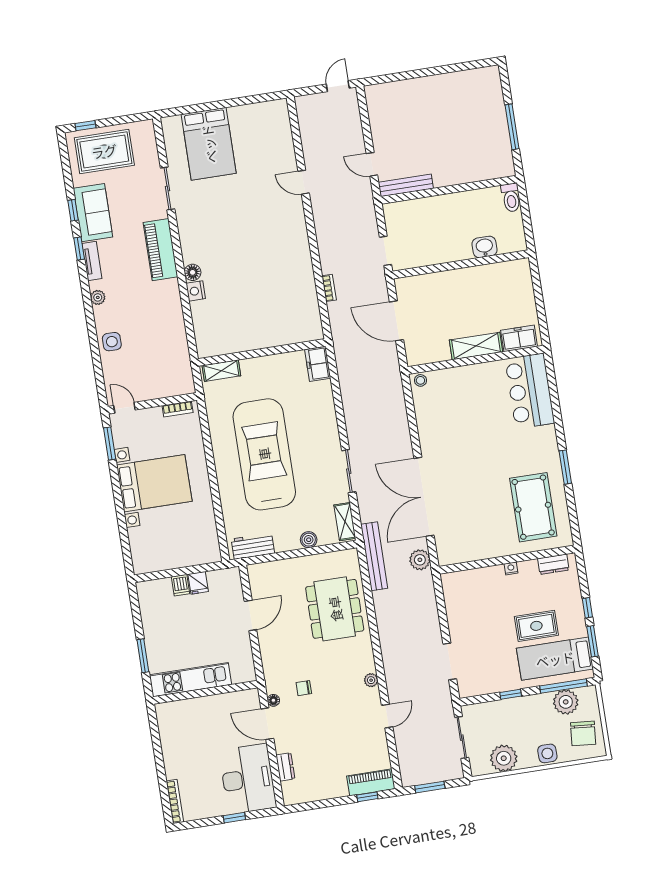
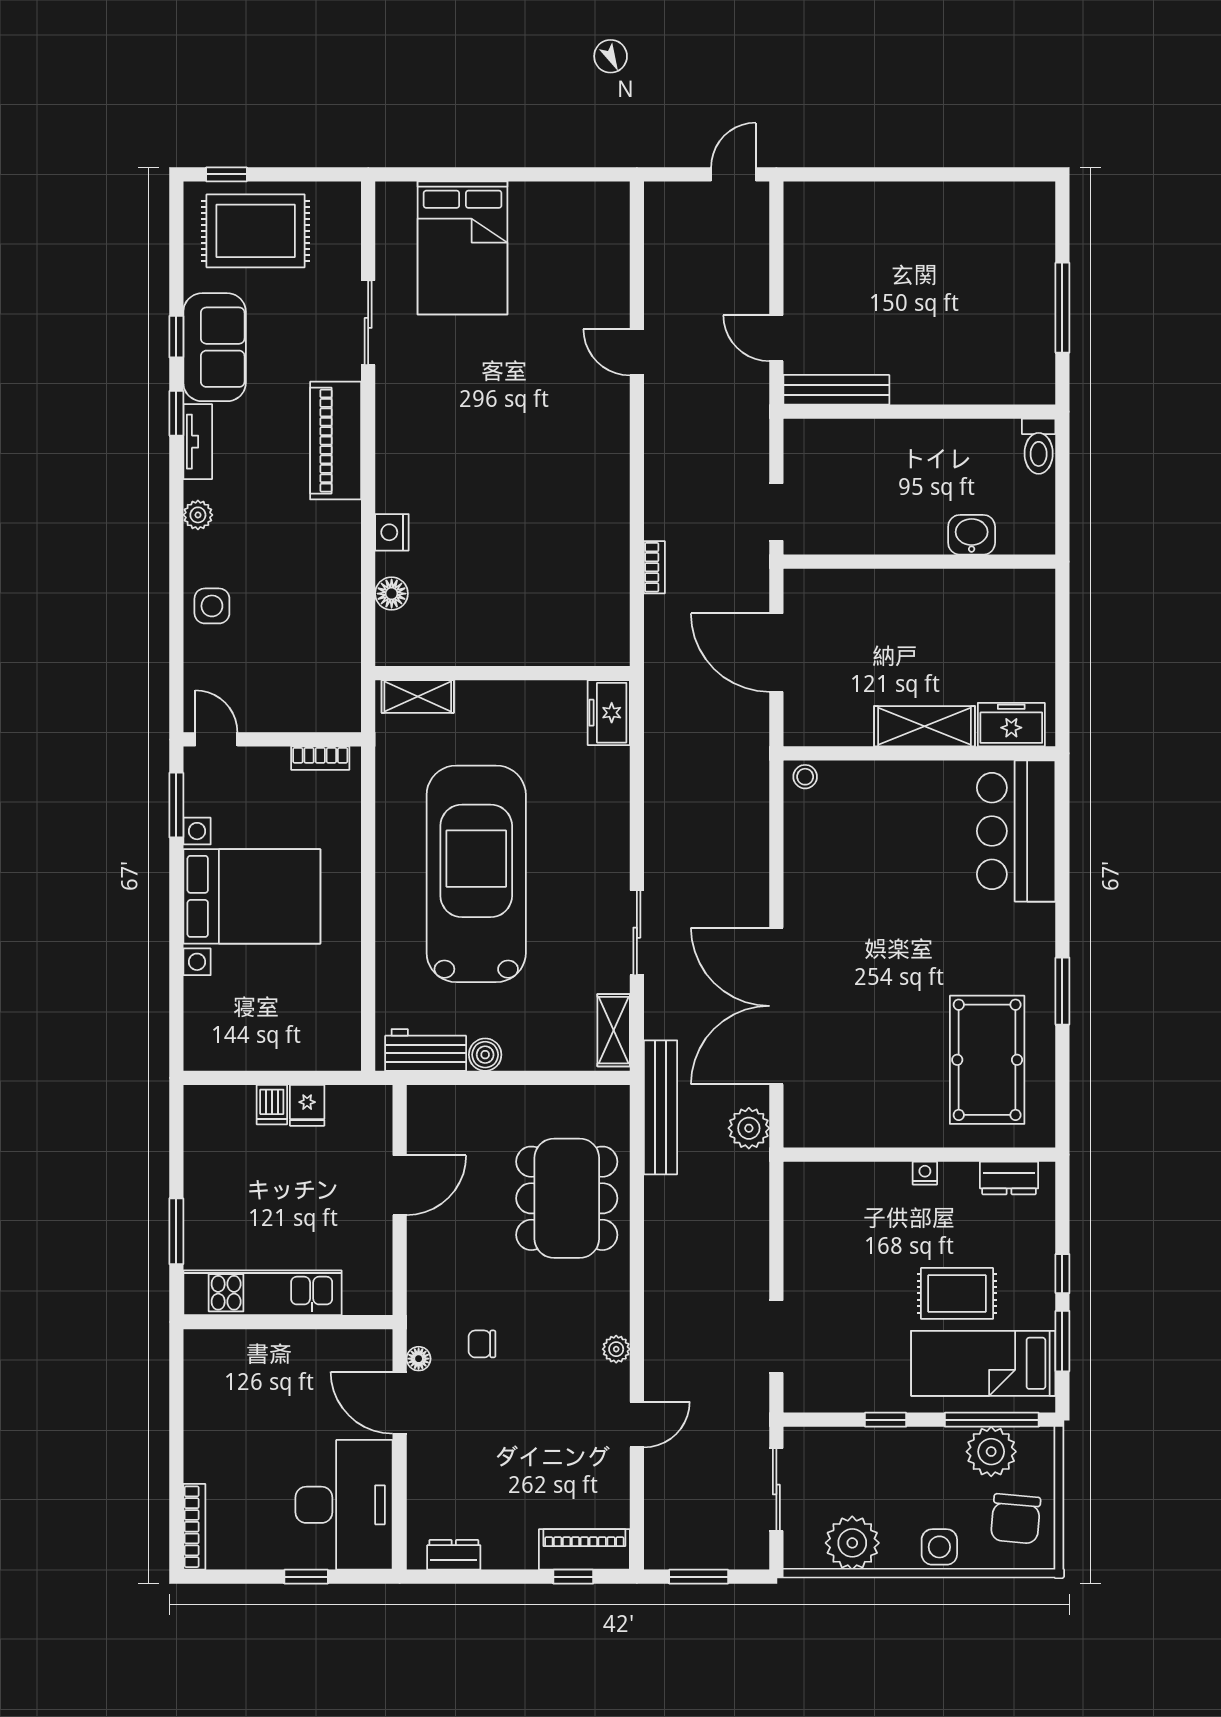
floor lamp: (193, 272) -> (392, 594), moved
boiler: (309, 540) -> (485, 1055), moved
dresser: (285, 767) -> (454, 1555), moved, turned -90

